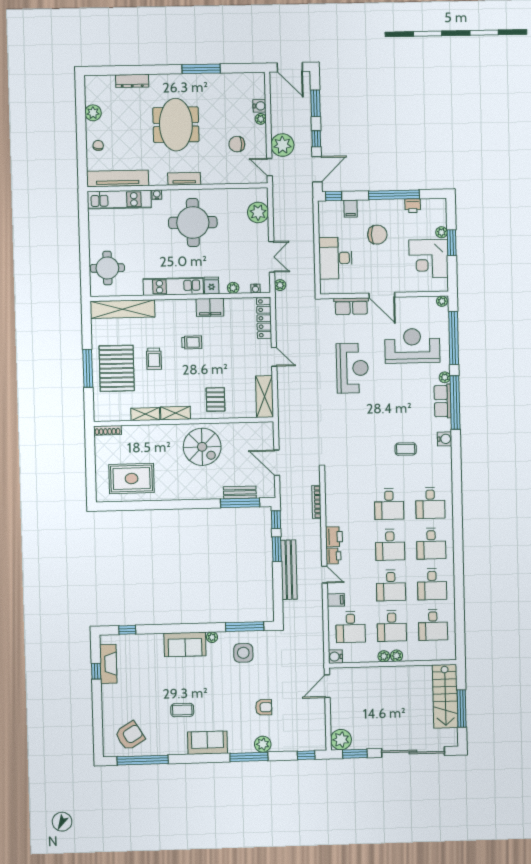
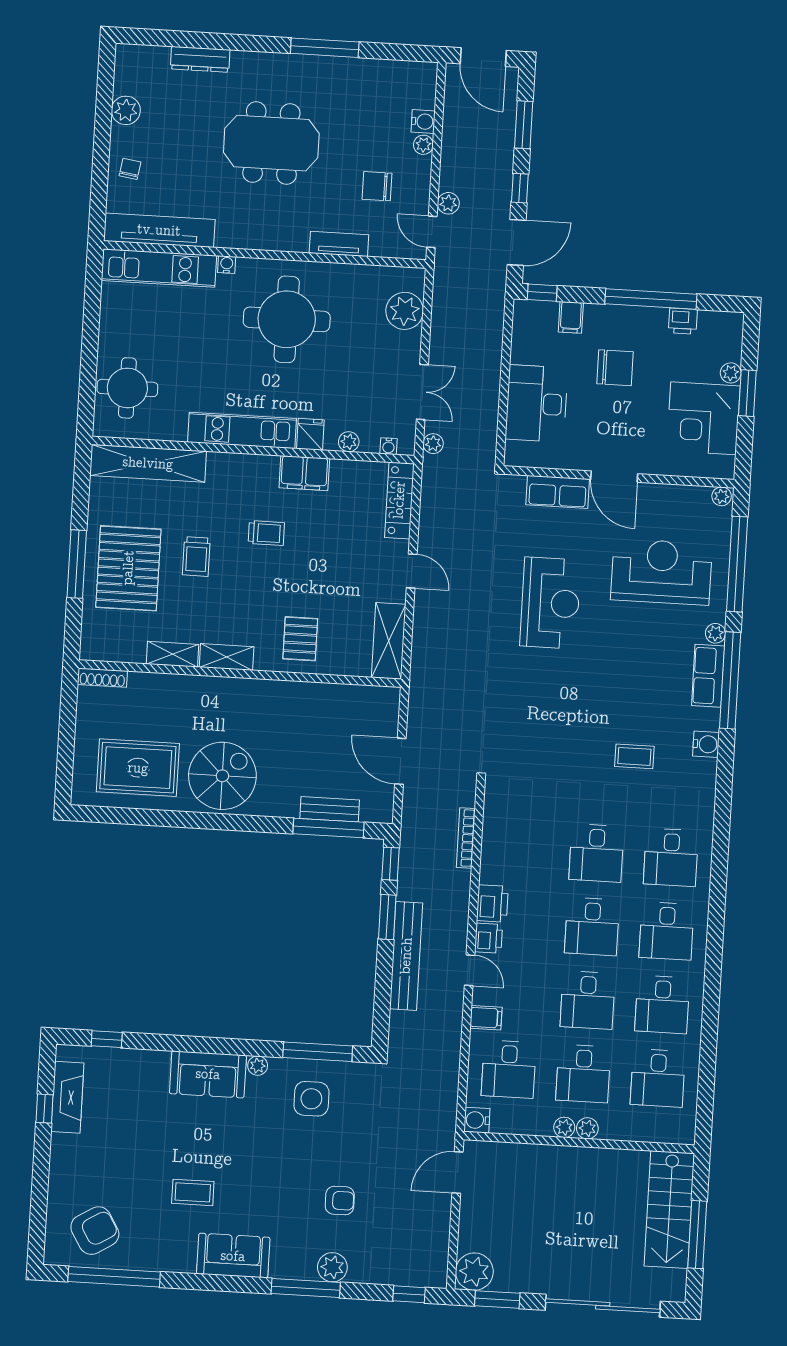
meeting table: (176, 125) -> (271, 143), turned 90
plant: (282, 145) -> (448, 203), width x0.53, depth x0.53
tv unit: (184, 179) -> (339, 244), moved
spiral stairs: (202, 447) -> (222, 776), moved, turned -90

